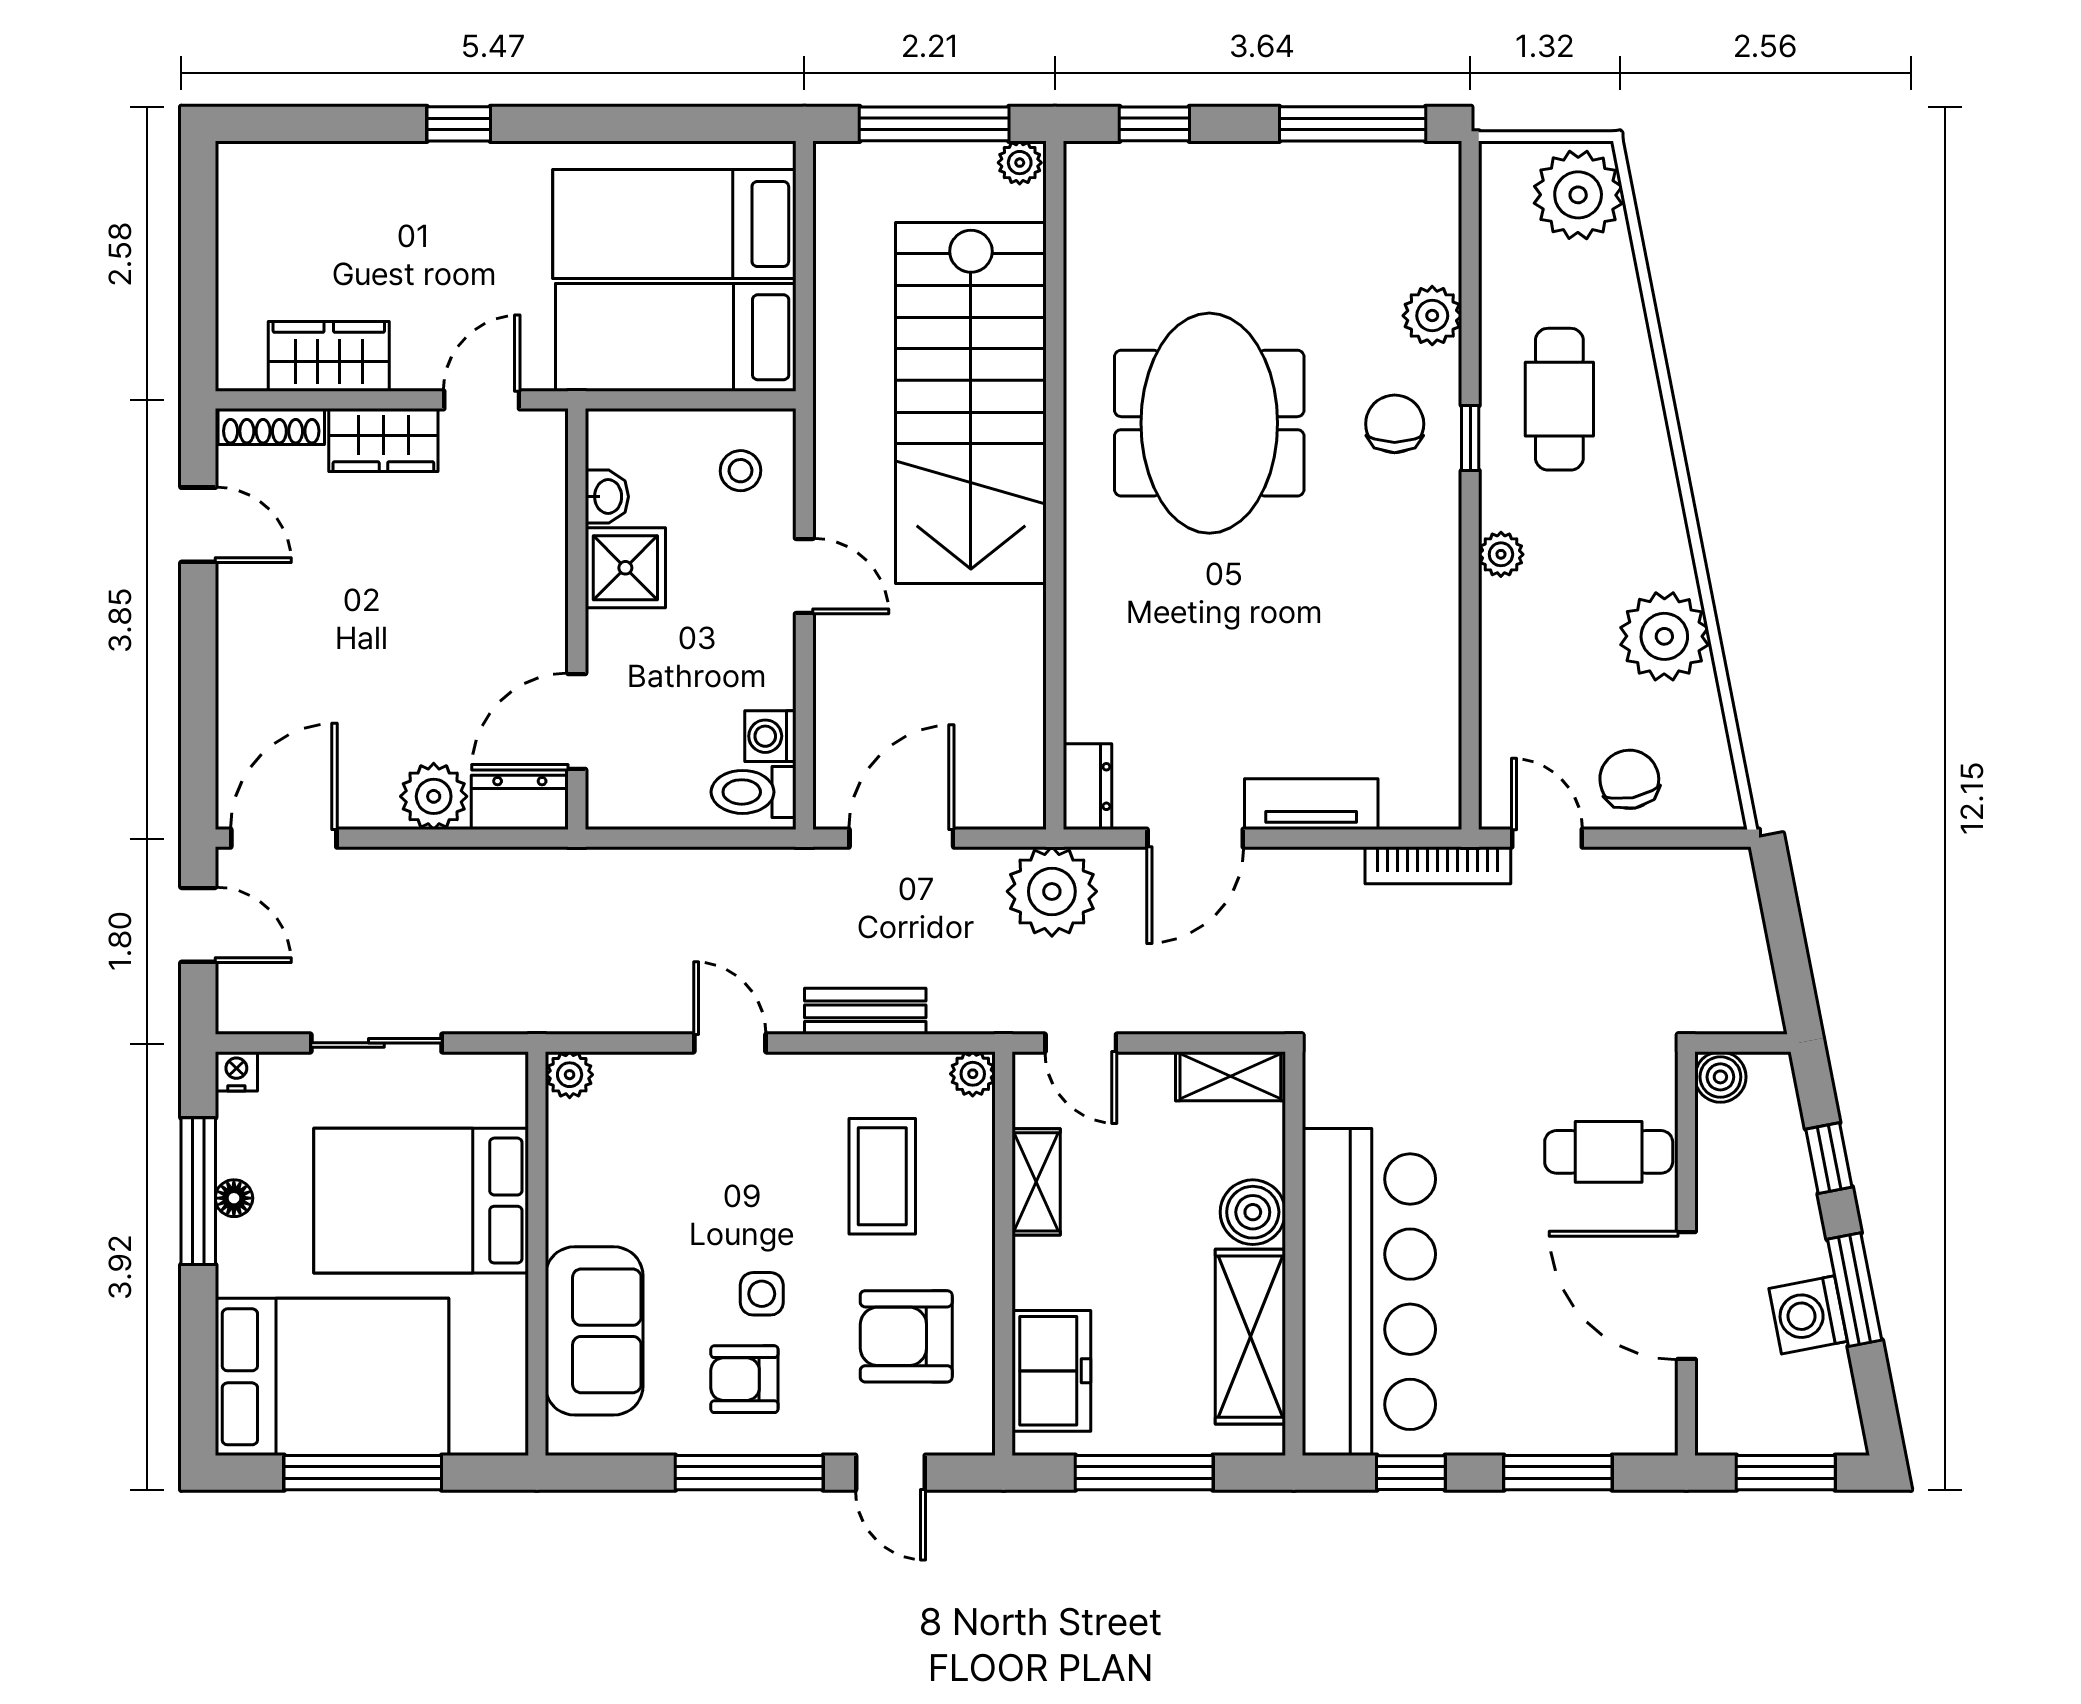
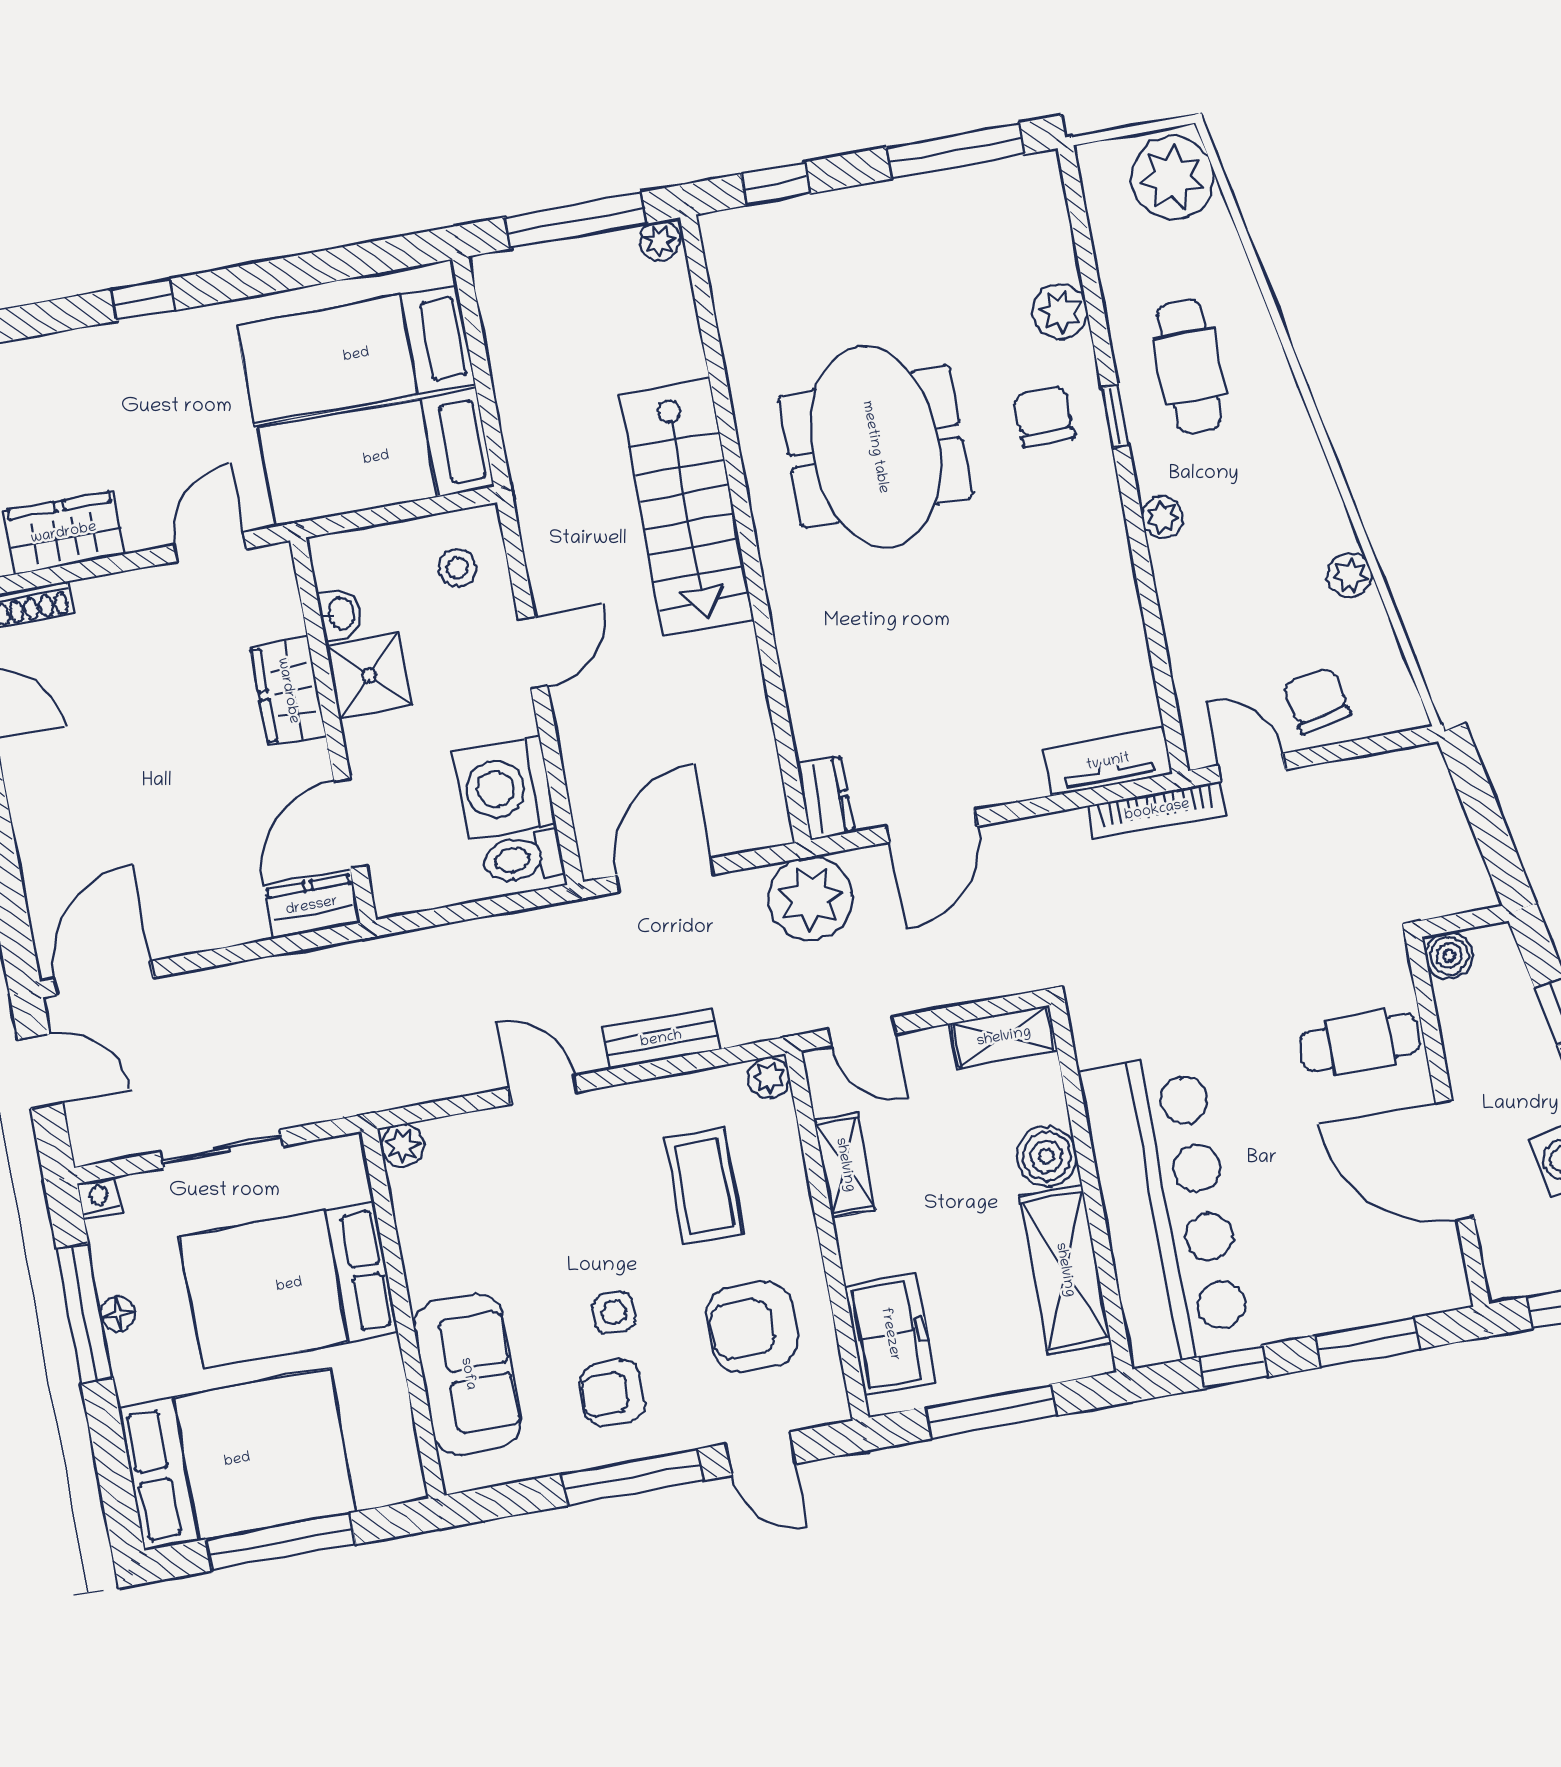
stairs: (971, 403) -> (686, 508), width x0.73, depth x0.66
wardrobe: (383, 440) -> (288, 691), moved, turned 90
door: (804, 576) -> (533, 653), hinge flipped
plant: (1664, 636) -> (1350, 575), width x0.53, depth x0.53
washing machine: (770, 736) -> (504, 788), width x1.89, depth x1.89
plant: (434, 796) -> (233, 915), removed
tv unit: (1311, 804) -> (1108, 762), moved

